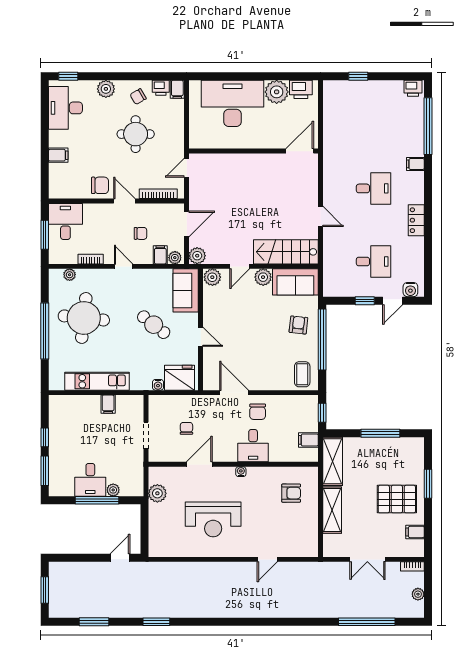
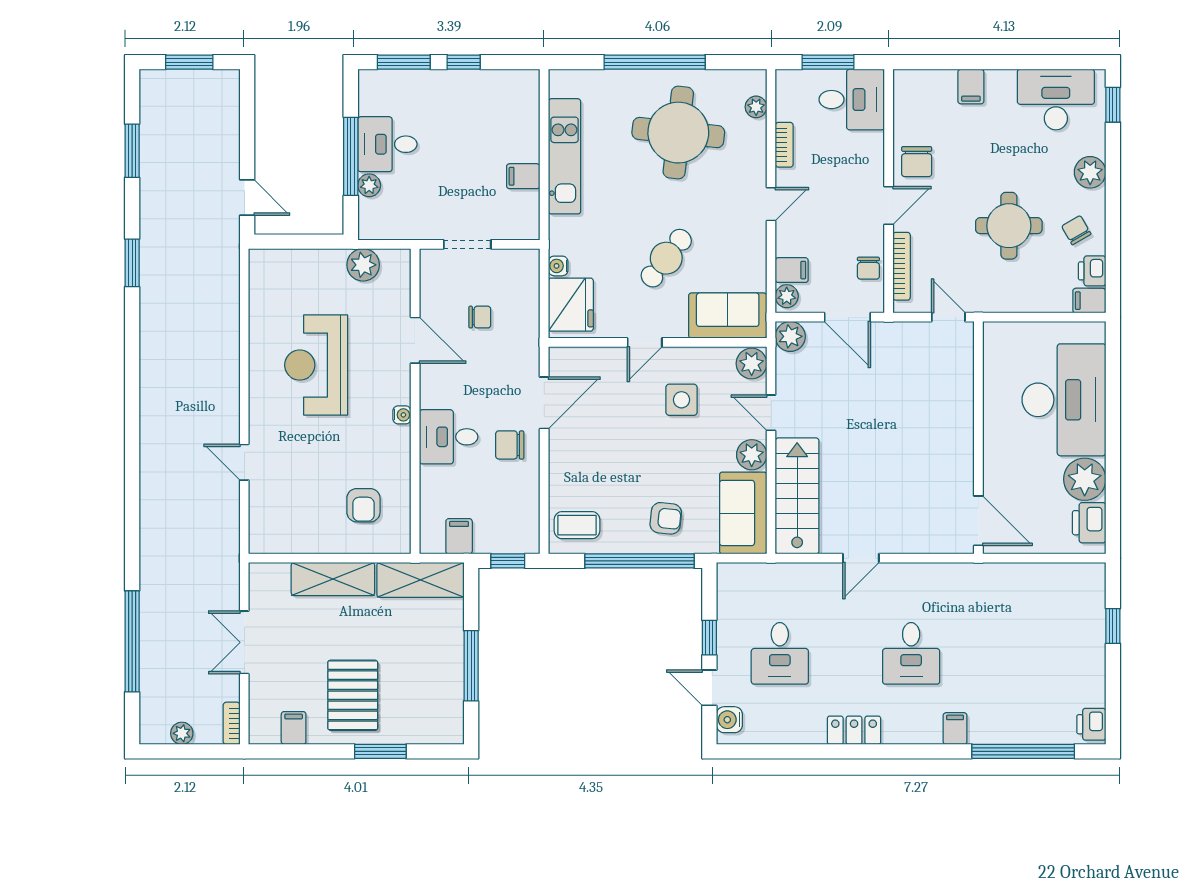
chair: (140, 233) -> (868, 268), moved
side table: (232, 316) -> (681, 400), added

